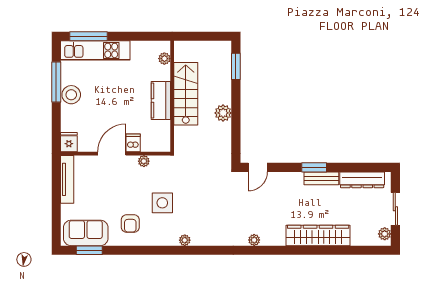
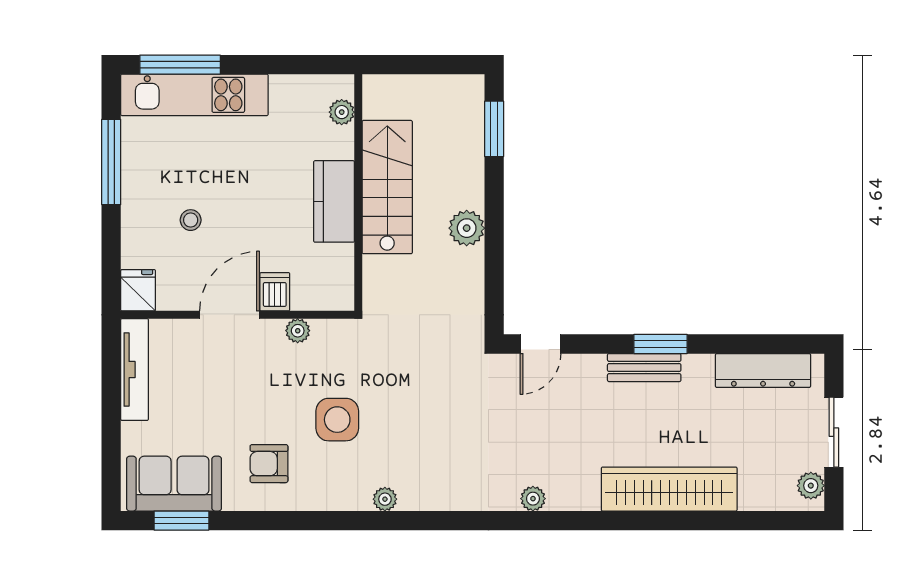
stool: (71, 95) -> (191, 220), moved, width x0.53, depth x0.53
bench: (321, 178) -> (644, 368), moved
armchair: (130, 224) -> (269, 464), turned 90

